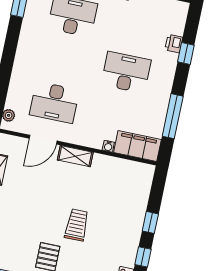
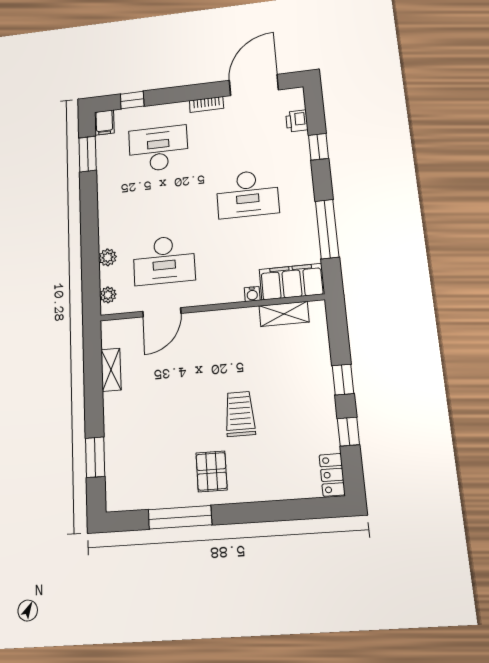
printer: (174, 44) -> (297, 121), moved
desk: (126, 72) -> (247, 194), turned 180
plant: (15, 88) -> (108, 257), added
shelving: (75, 156) -> (284, 314), moved

